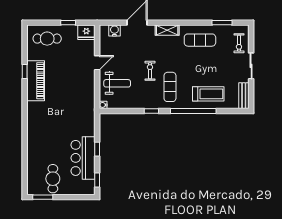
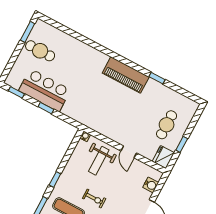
cafe table: (47, 39) -> (167, 125), moved
piano: (36, 81) -> (126, 75), moved

